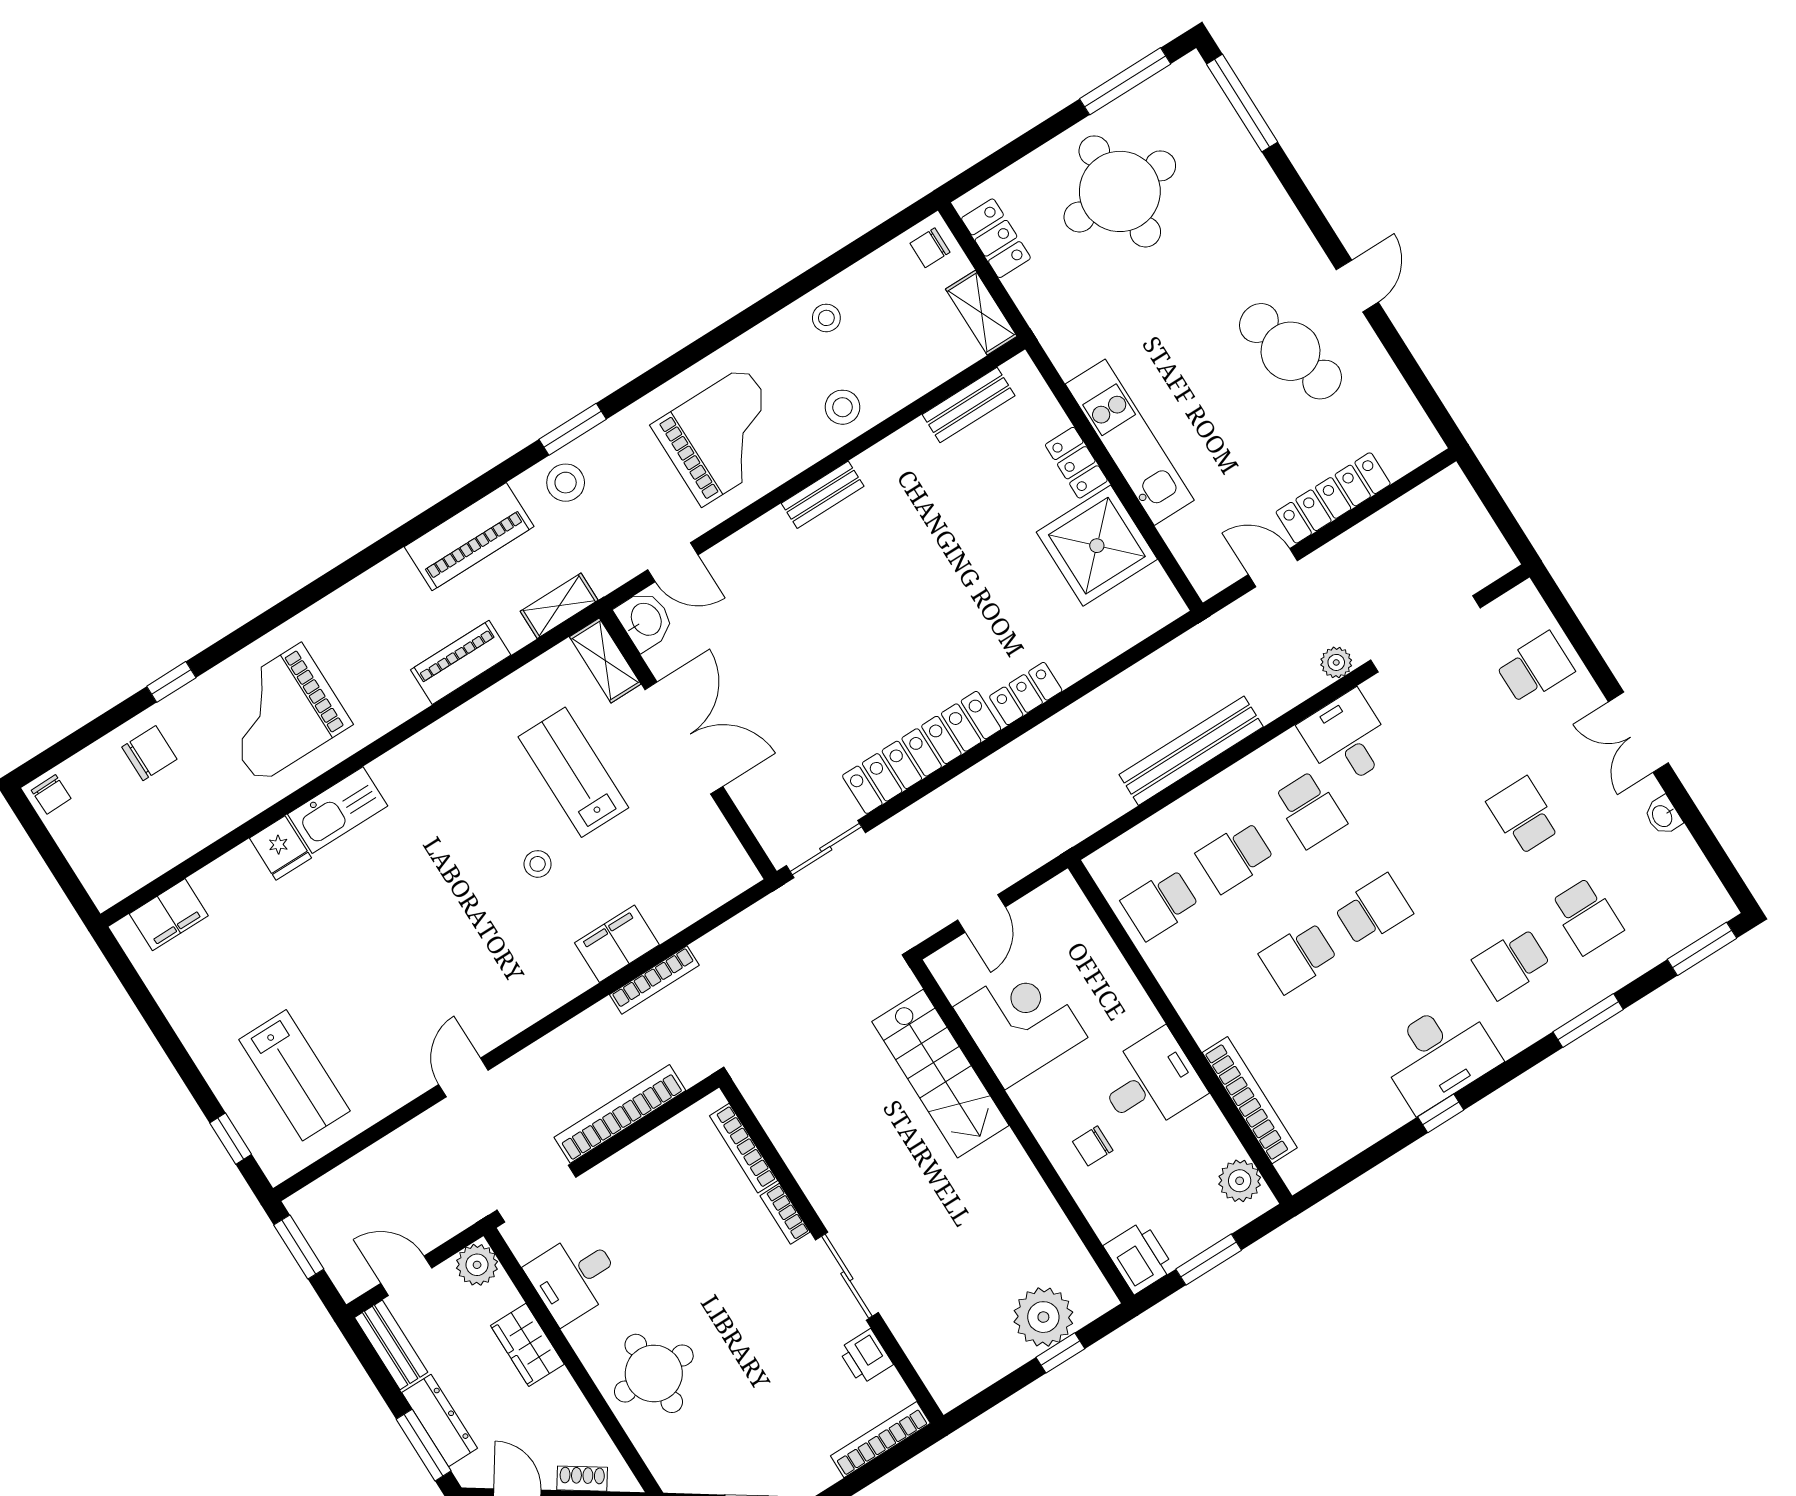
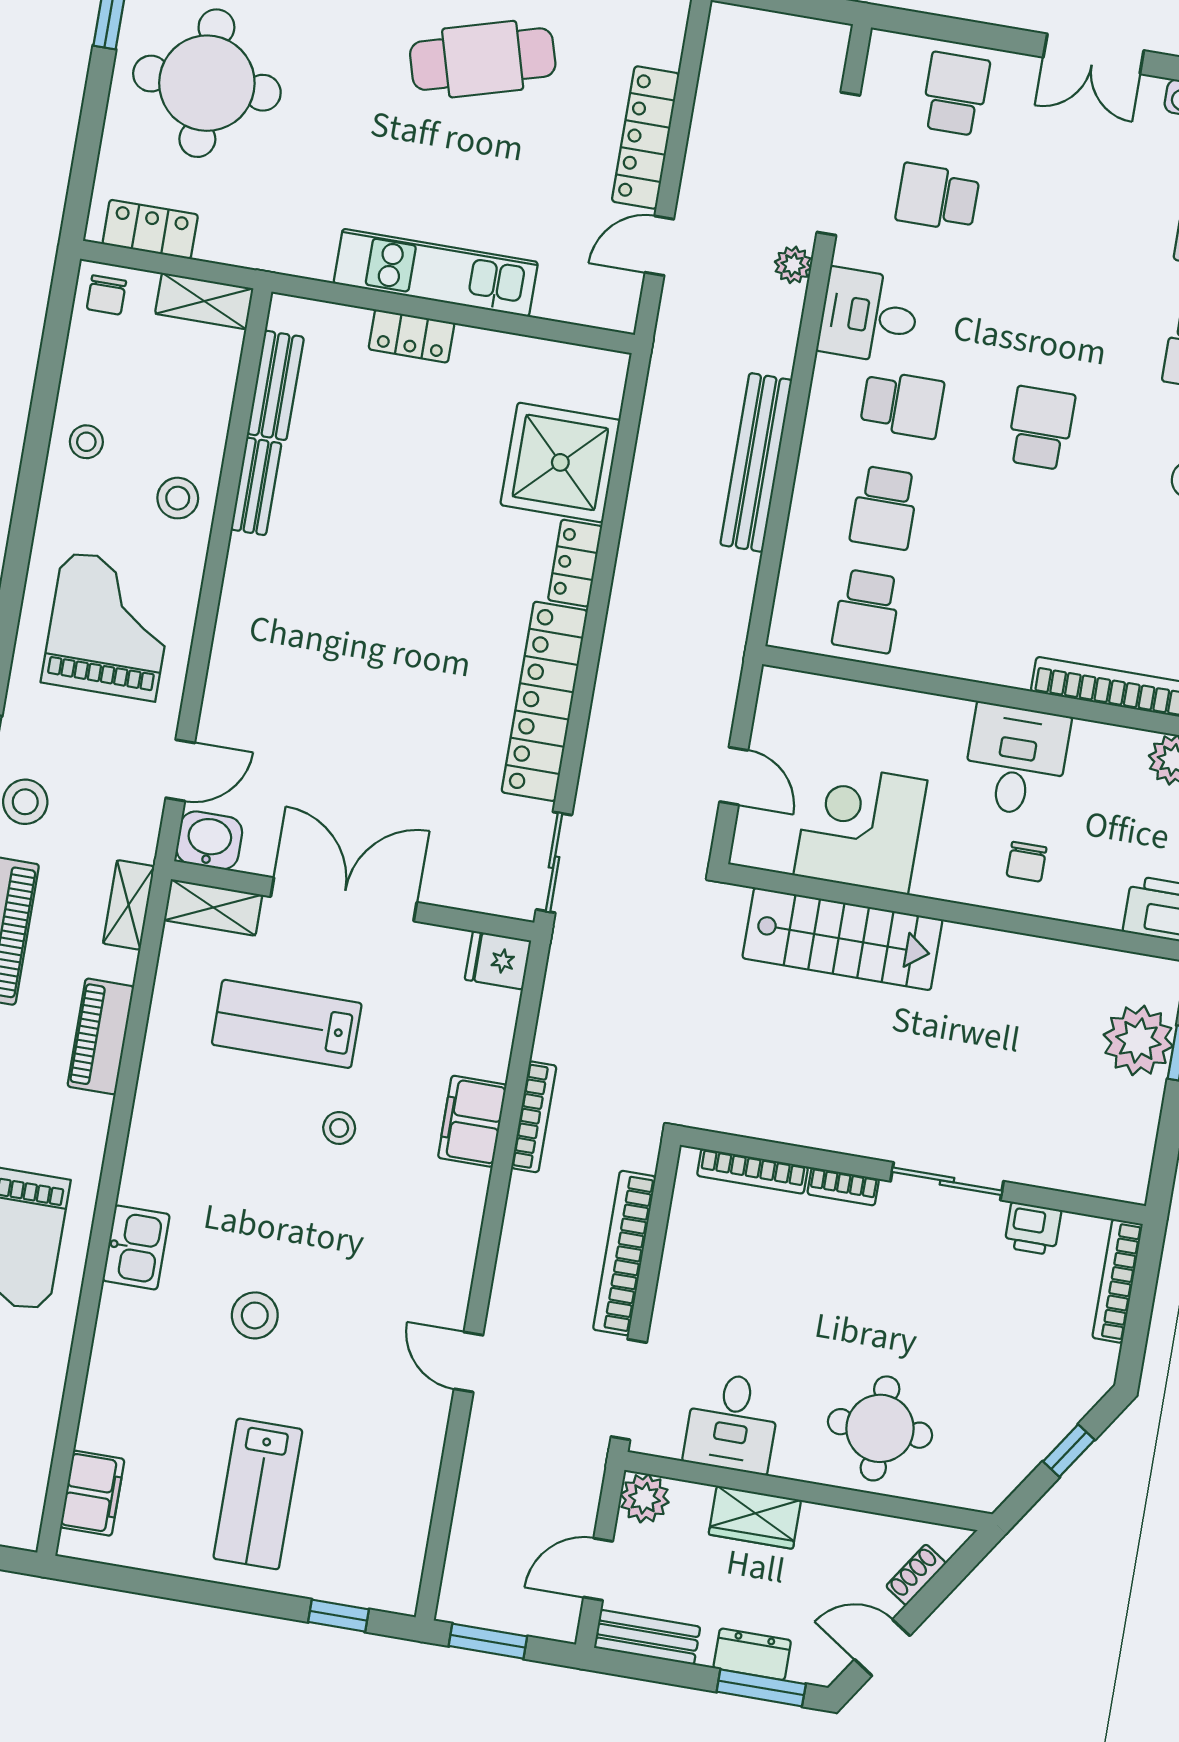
bench: (823, 495) -> (256, 486), moved
shower: (1097, 546) -> (560, 462), moved
kitchen sink: (338, 810) -> (136, 1247), width x0.73
school desk: (1523, 816) -> (938, 197), moved
fridge: (280, 848) -> (498, 960), moved, turned 180
stool: (372, 917) -> (255, 1315), added
school desk: (1298, 957) -> (1023, 531), removed
lab bench: (294, 1075) -> (258, 1494), moved, turned 90
dresser: (440, 1420) -> (752, 1654), width x0.70

